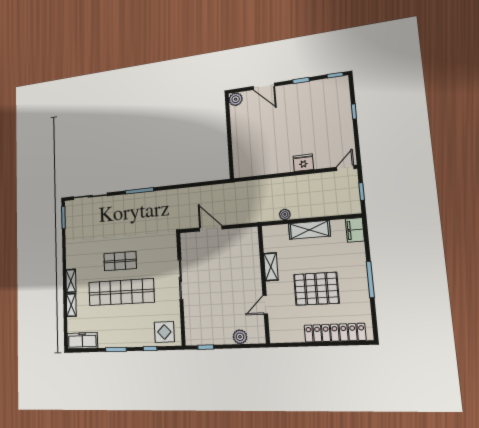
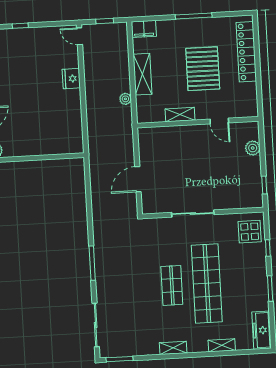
shelving: (71, 281) -> (173, 348), moved

